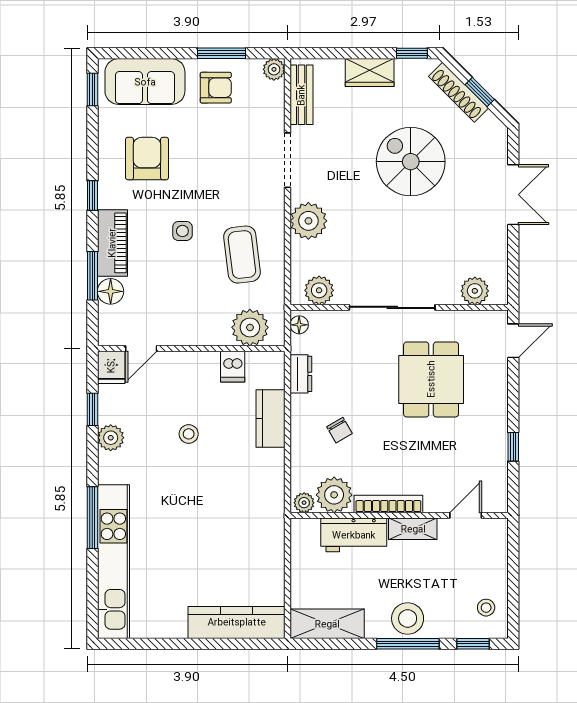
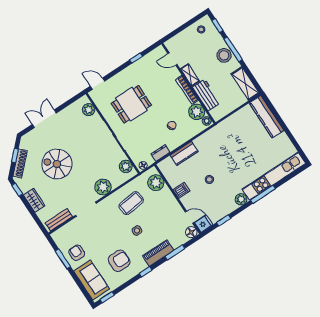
plant: (274, 69) -> (56, 236), removed
armchair: (147, 159) -> (119, 261), turned 180
spiral stairs: (411, 162) -> (57, 164), turned 90
floor lamp: (111, 291) -> (191, 232), moved
dishwasher: (233, 367) -> (181, 190), moved
plant: (111, 438) -> (241, 199), moved

